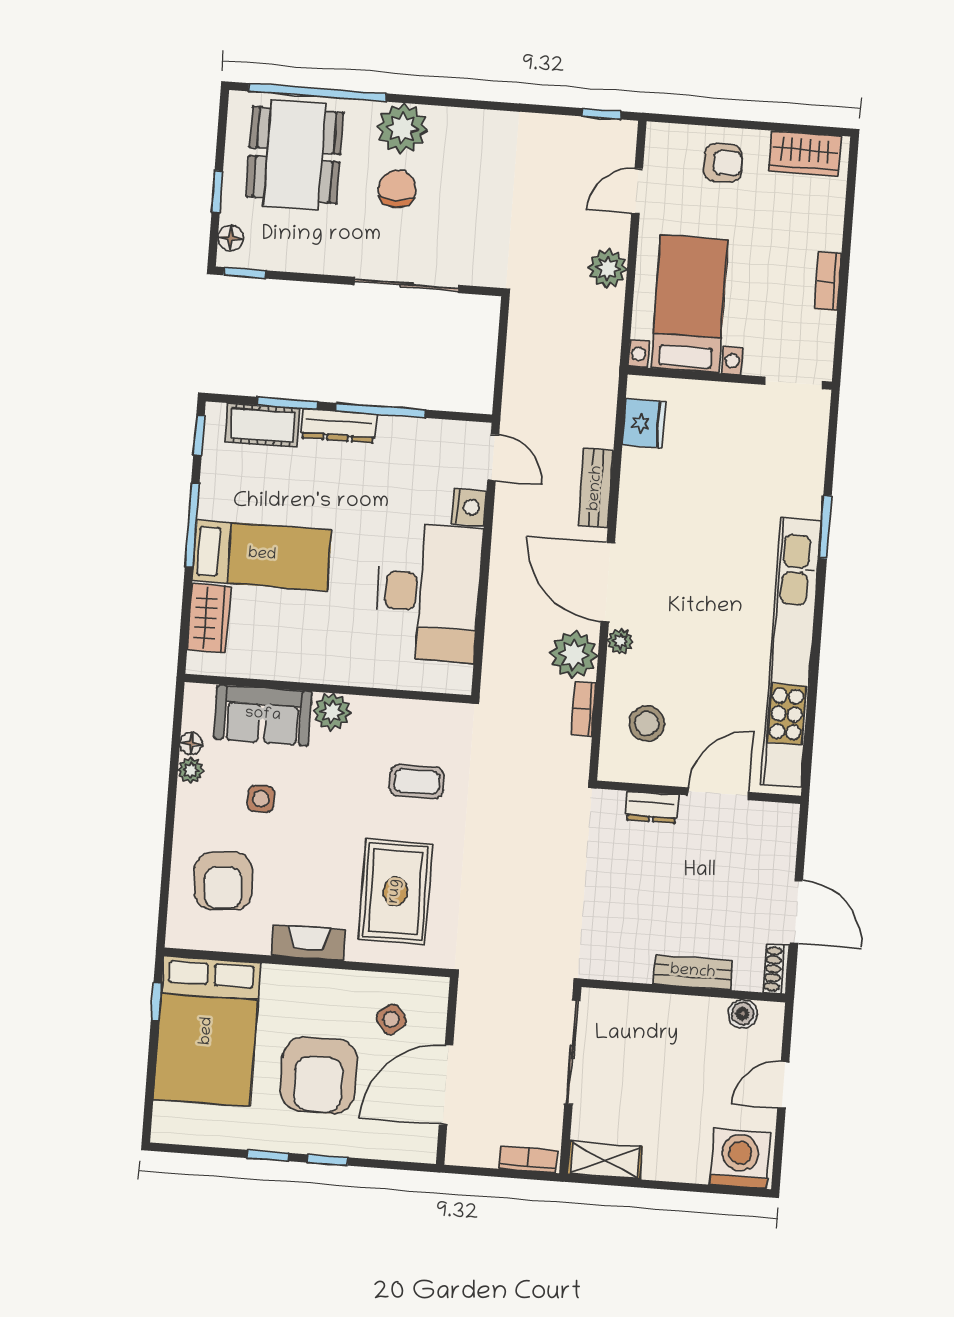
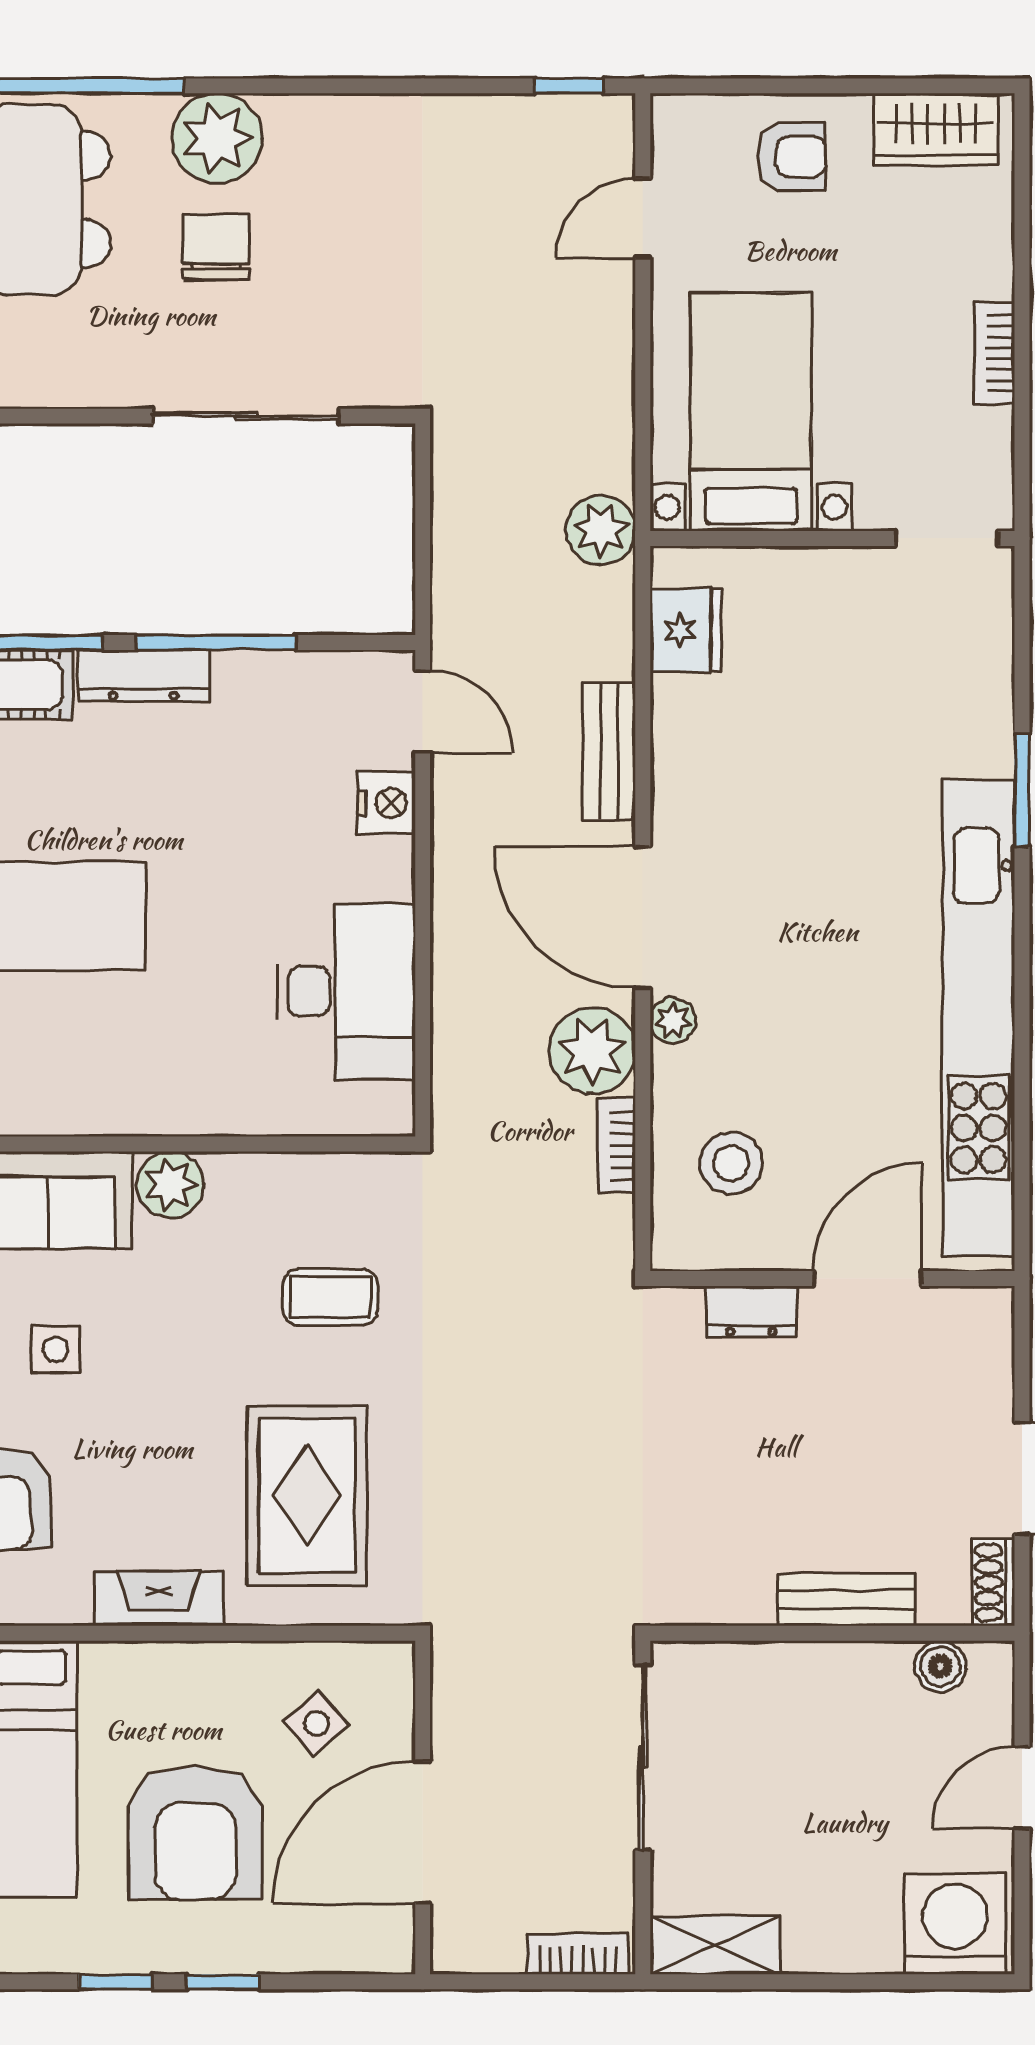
plant: (608, 268) -> (601, 530), moved
desk: (428, 592) -> (346, 992), width x0.73, depth x0.77

